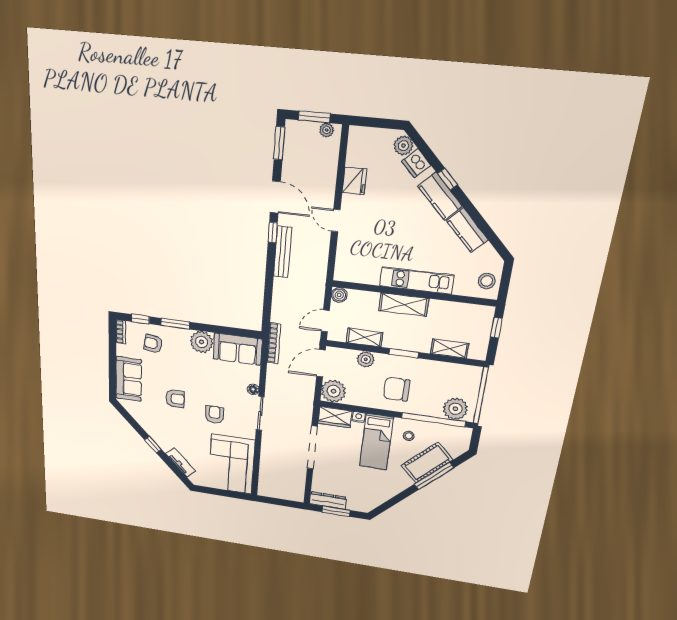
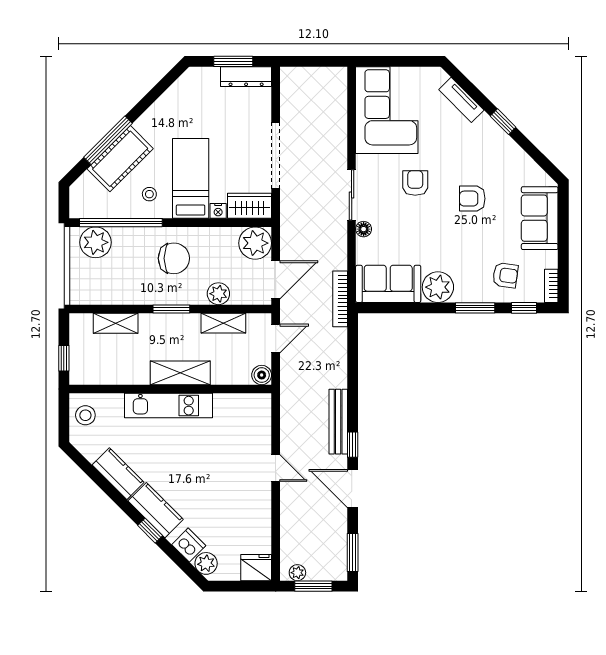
fridge: (354, 181) -> (256, 568), moved, turned 90
armchair: (214, 415) -> (415, 183), turned 180

